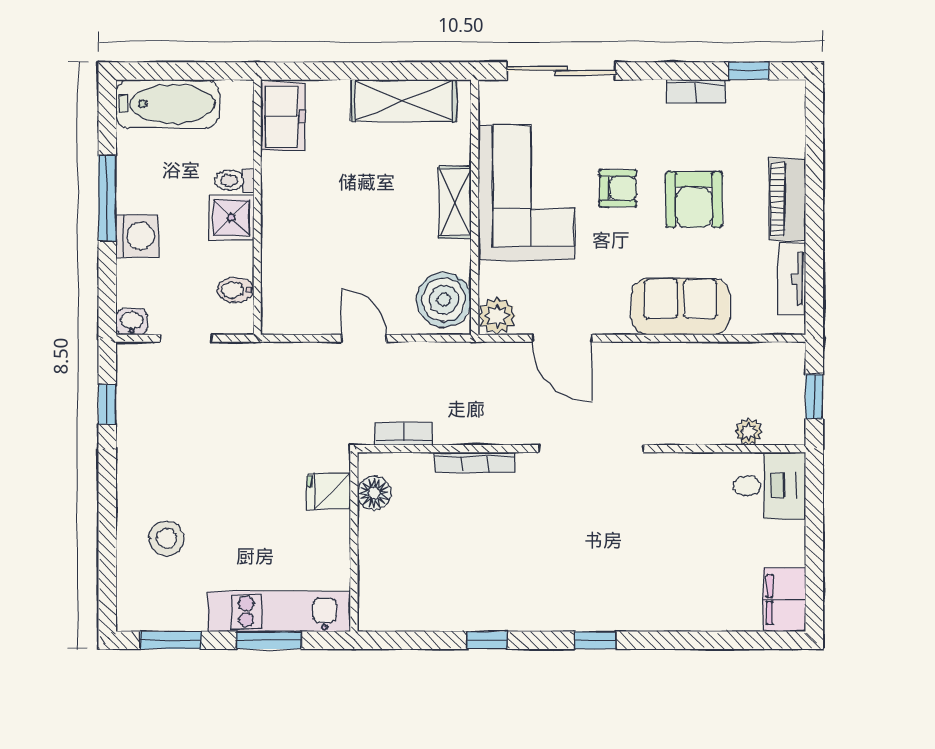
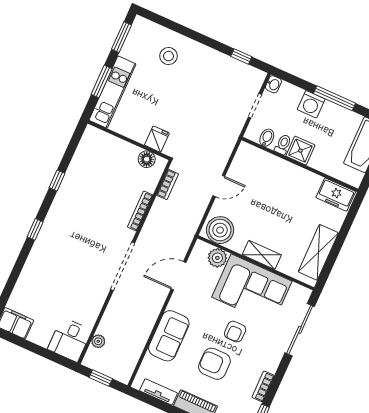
toilet: (234, 180) -> (283, 144), moved
plant: (497, 316) -> (217, 258), moved

